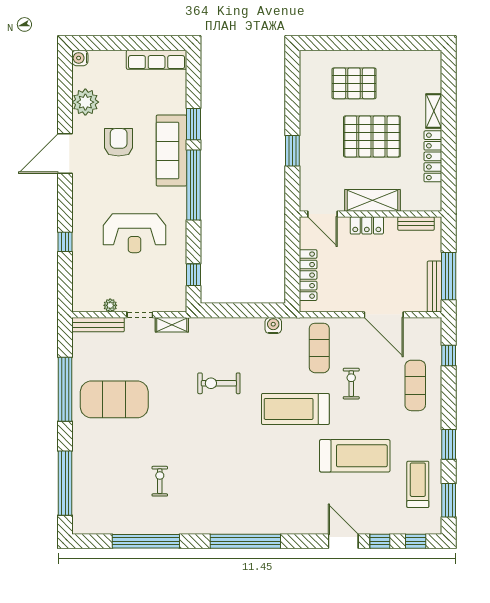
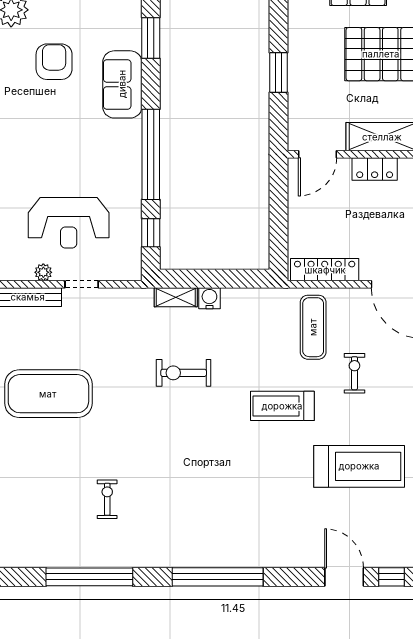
sofa: (171, 151) -> (122, 84), width x0.73
window: (193, 185) -> (151, 154), moved
door: (323, 214) -> (317, 154), hinge flipped
reception desk: (134, 233) -> (69, 223), moved
locker: (308, 275) -> (325, 270), moved, turned -90
shelving: (172, 325) -> (176, 297), moved
water cooler: (273, 326) -> (209, 298), moved
treadmill: (295, 409) -> (282, 406), width x0.73, depth x0.73

